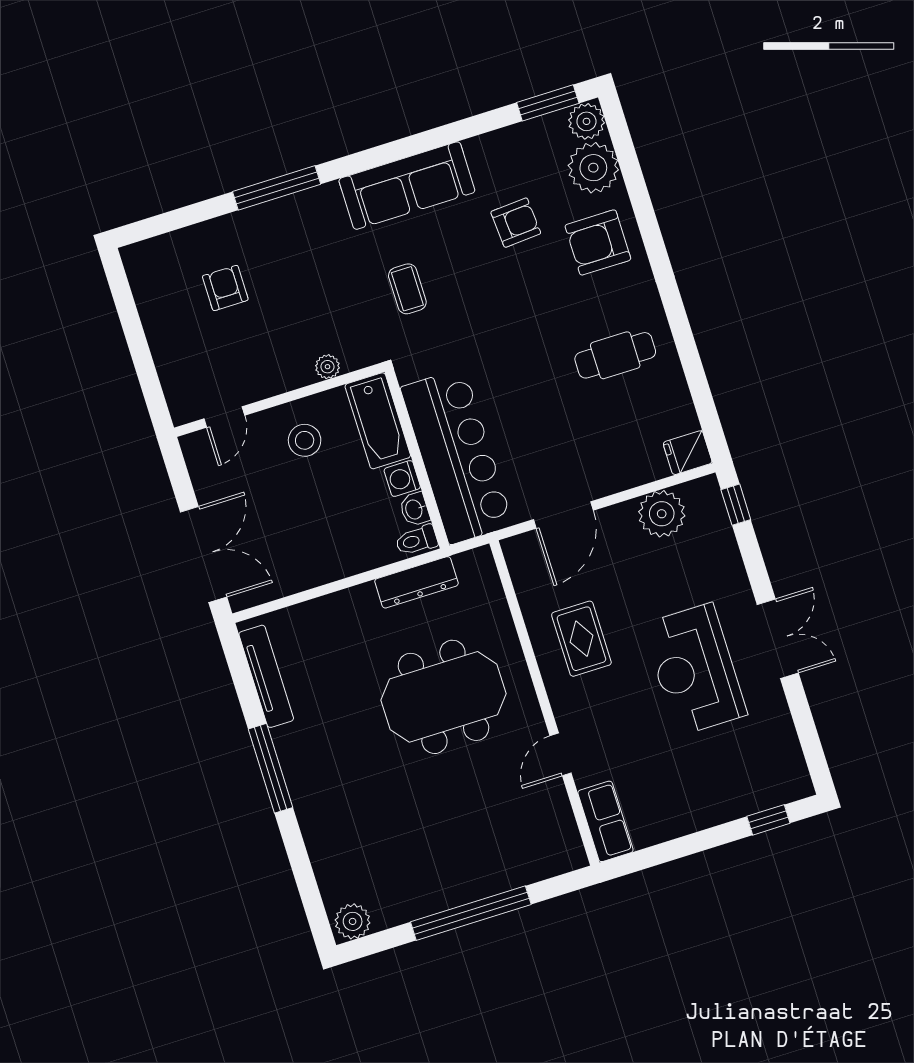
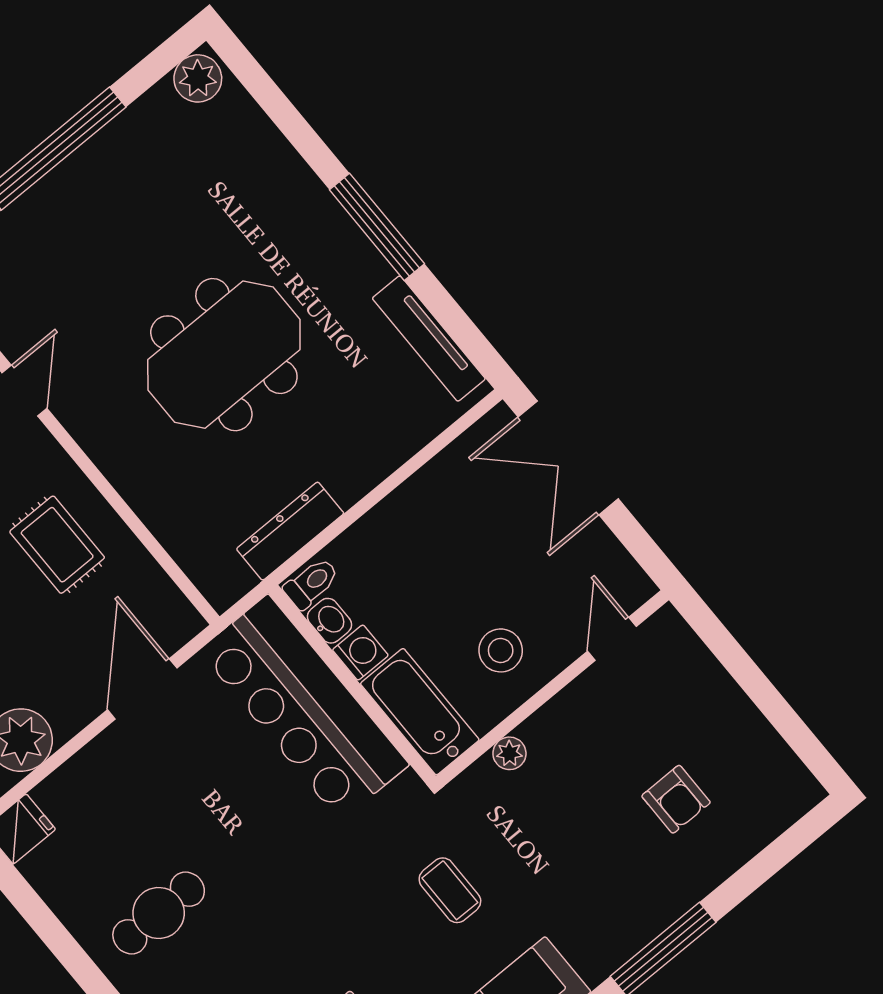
meeting table: (443, 697) -> (224, 355), moved

